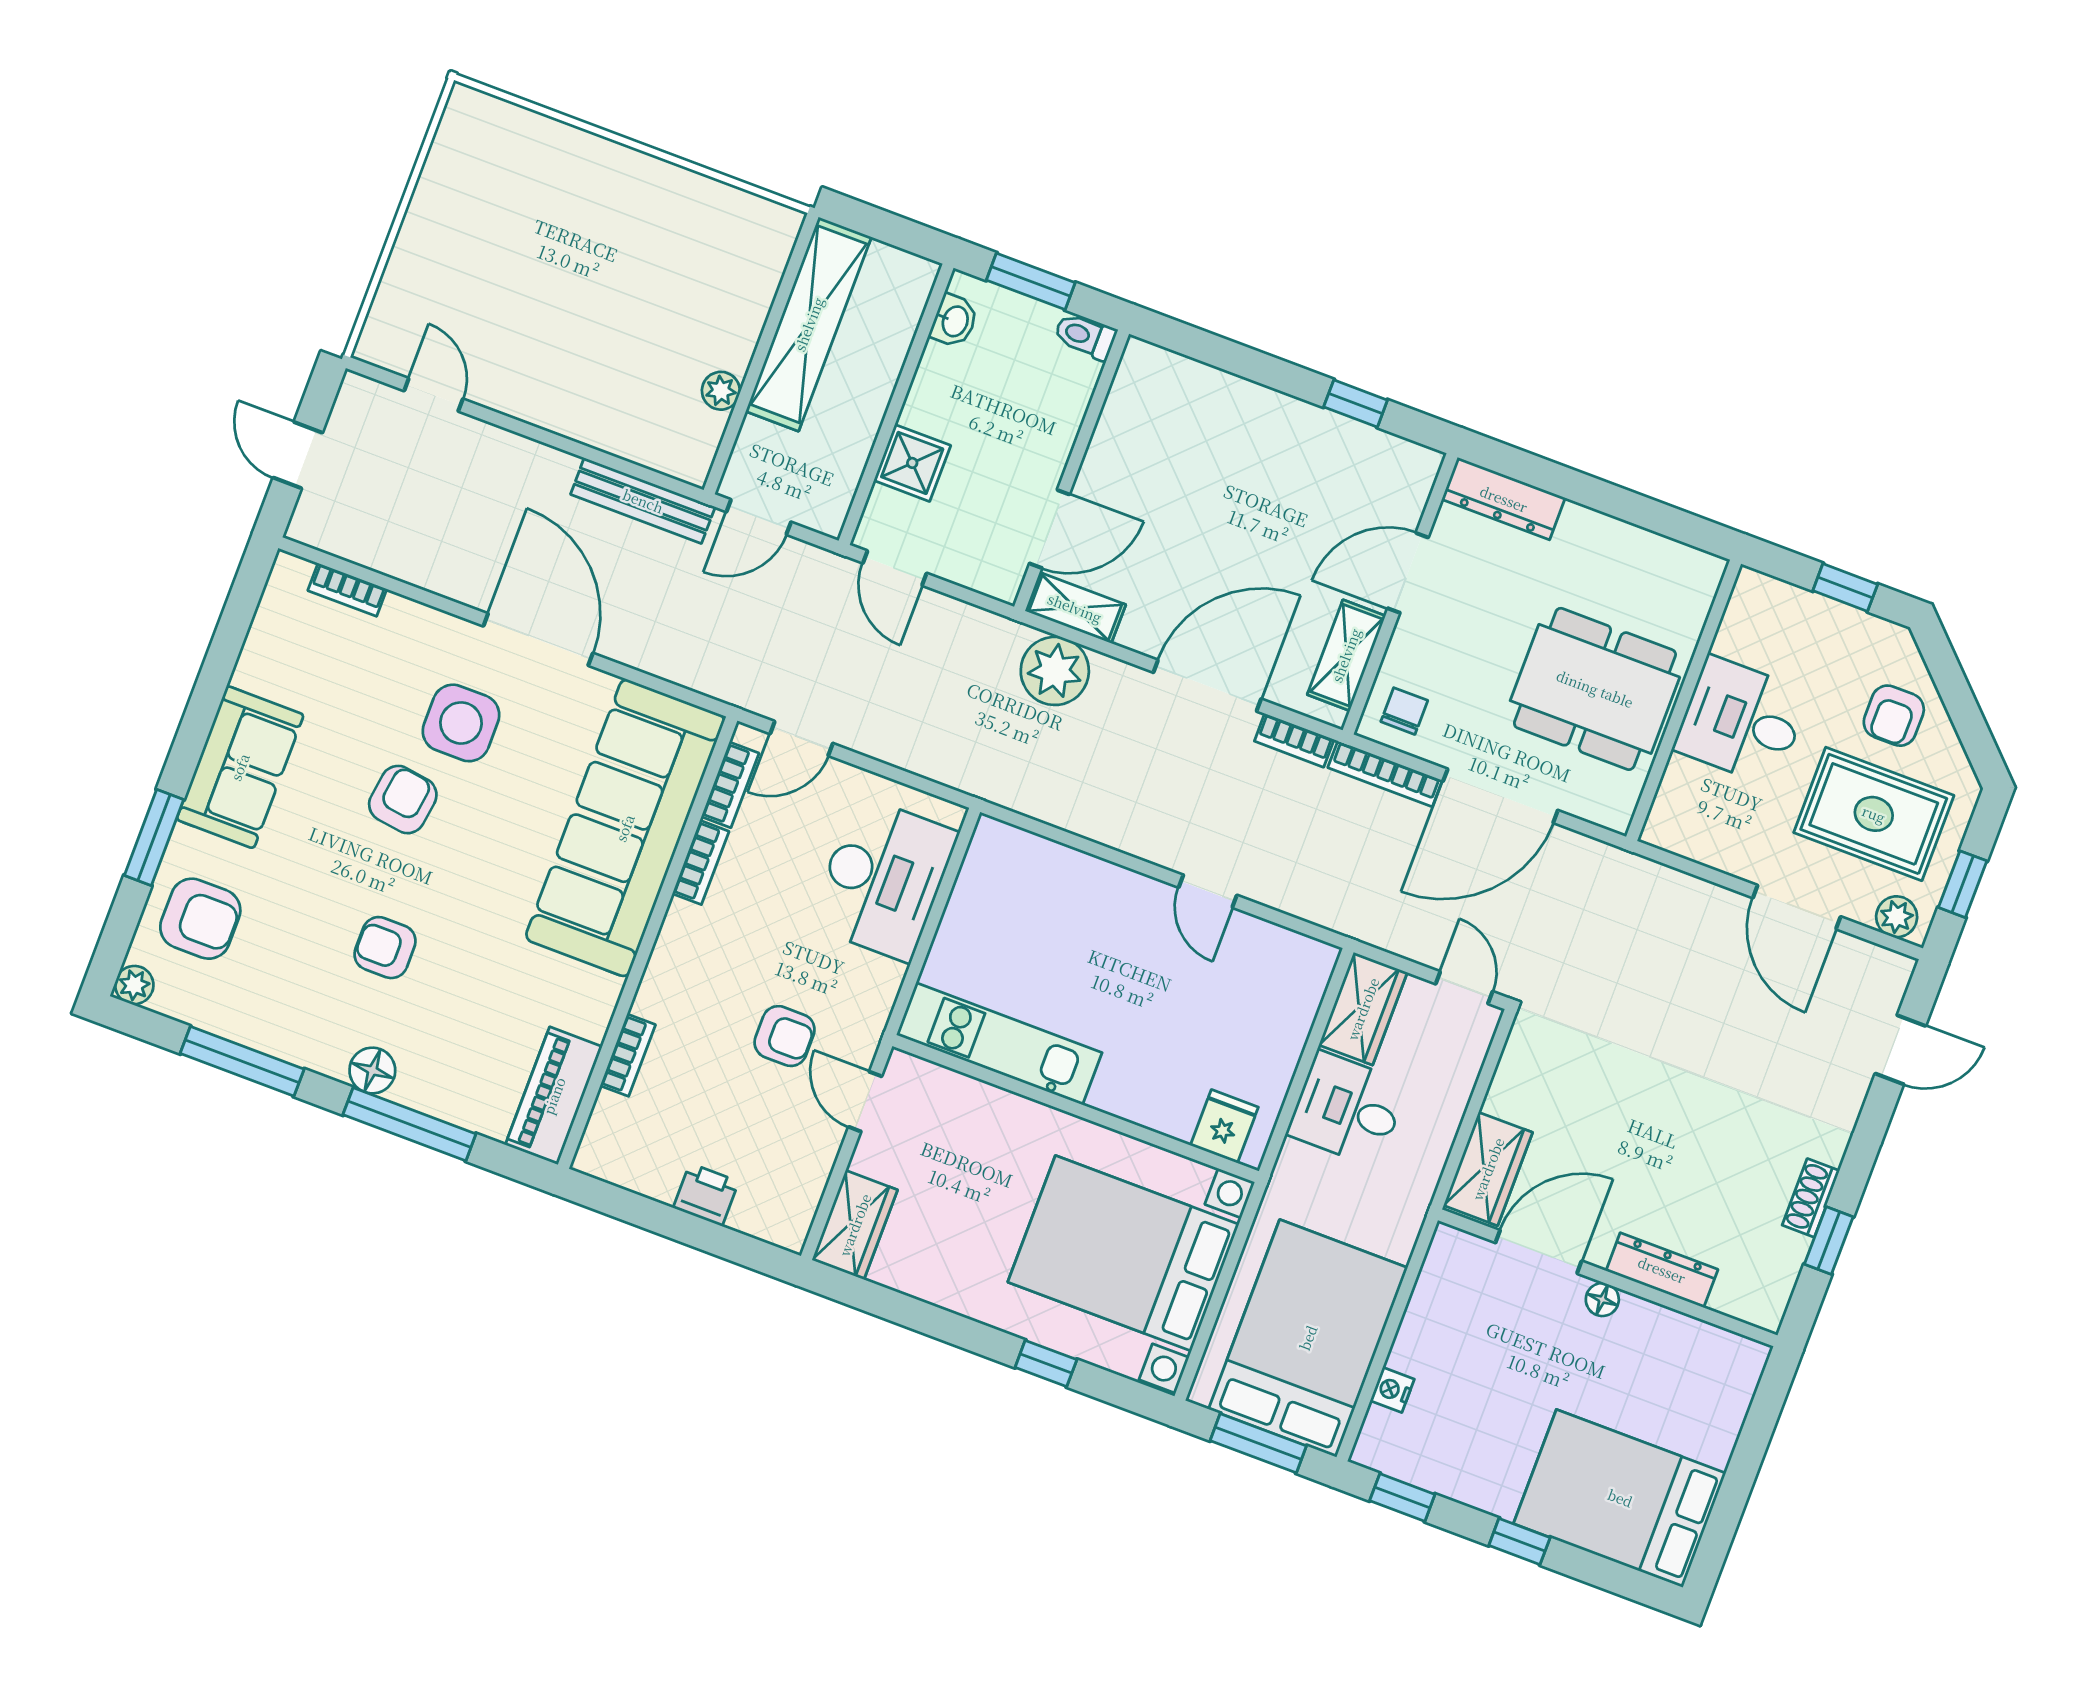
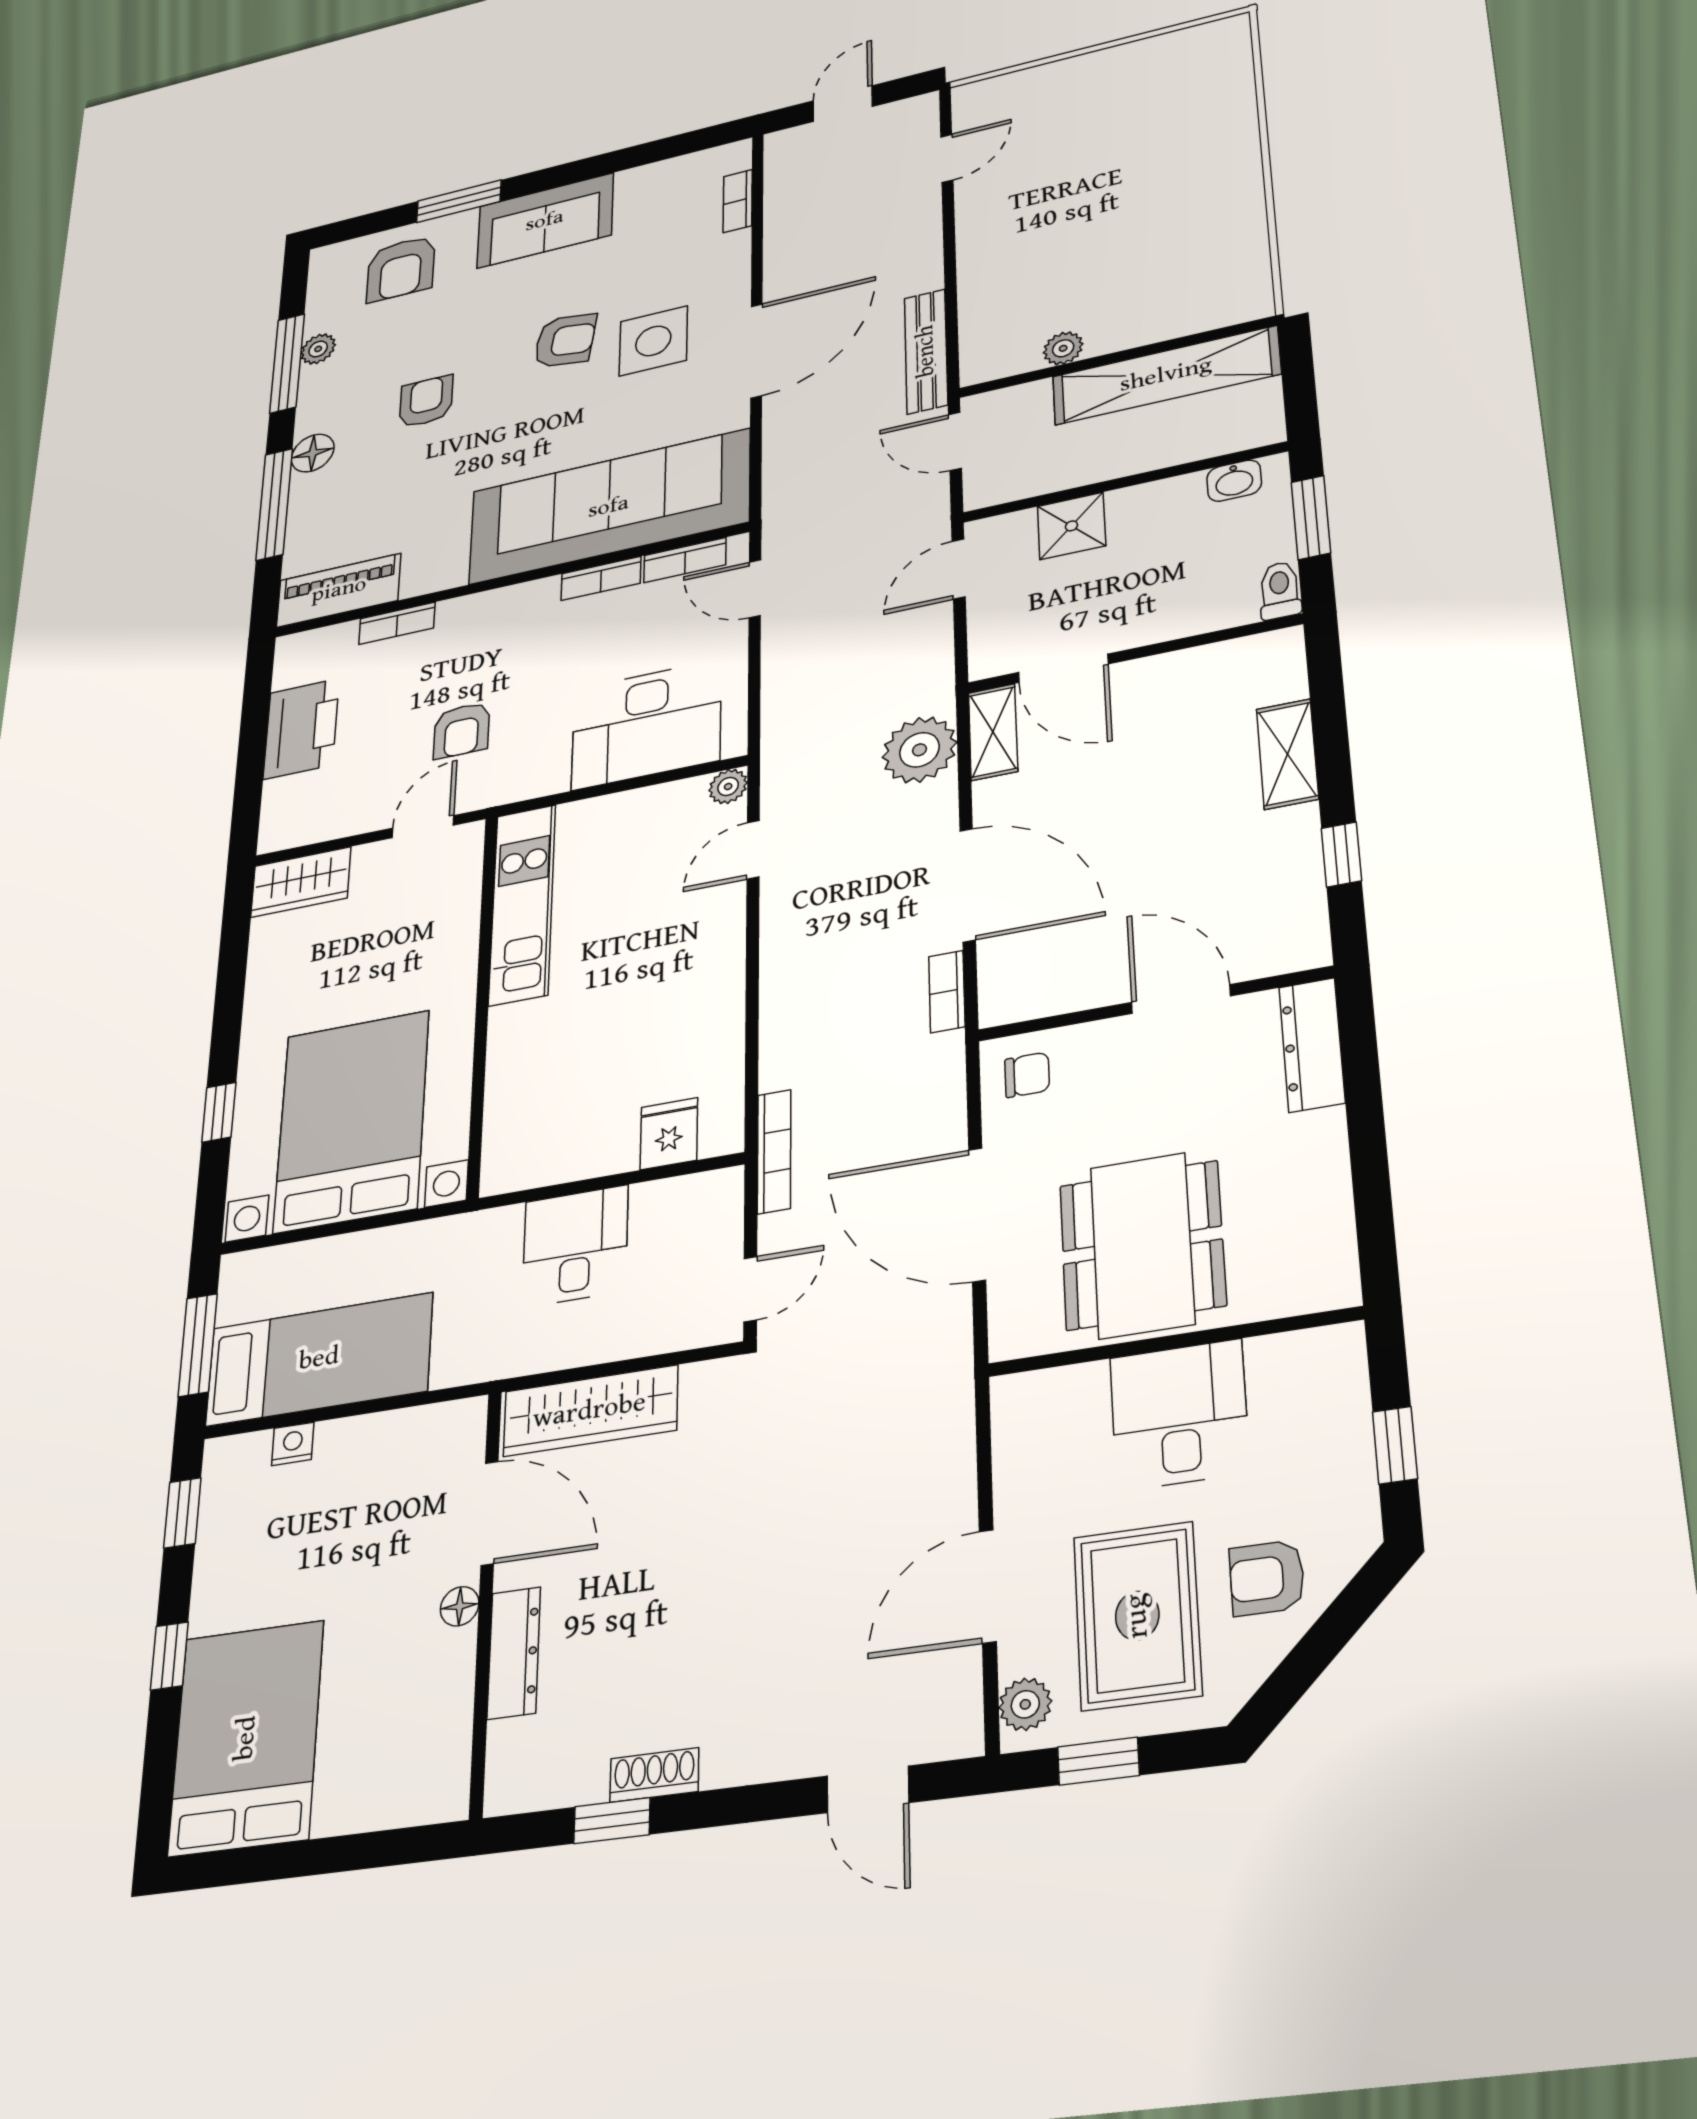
shelving: (1346, 655) -> (1287, 754), moved, turned 90
bookcase: (1385, 774) -> (774, 1151), moved, turned 180
plant: (991, 835) -> (728, 787), added
door: (1208, 891) -> (753, 850), moved
plant: (134, 985) -> (318, 349), moved
wardrobe: (1363, 1009) -> (688, 1205), removed
fridge: (1224, 1126) -> (669, 1134), moved, turned -90
wardrobe: (1488, 1169) -> (590, 1411), width x1.50
printer: (706, 1195) -> (301, 729), width x1.87, depth x1.48
bed: (1308, 1338) -> (319, 1359), width x0.67

